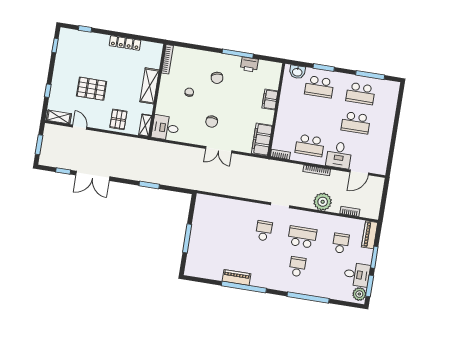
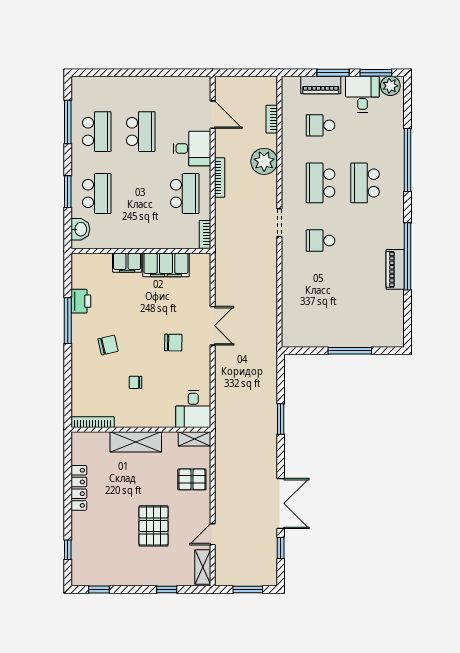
filing cabinet: (262, 139) -> (166, 265), moved
piano: (370, 235) -> (321, 85), moved
school desk: (297, 267) -> (365, 183), width x1.85

